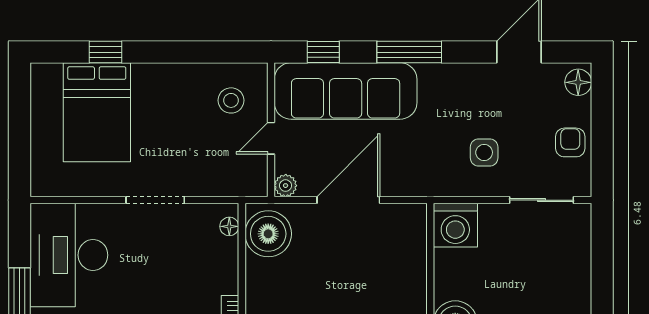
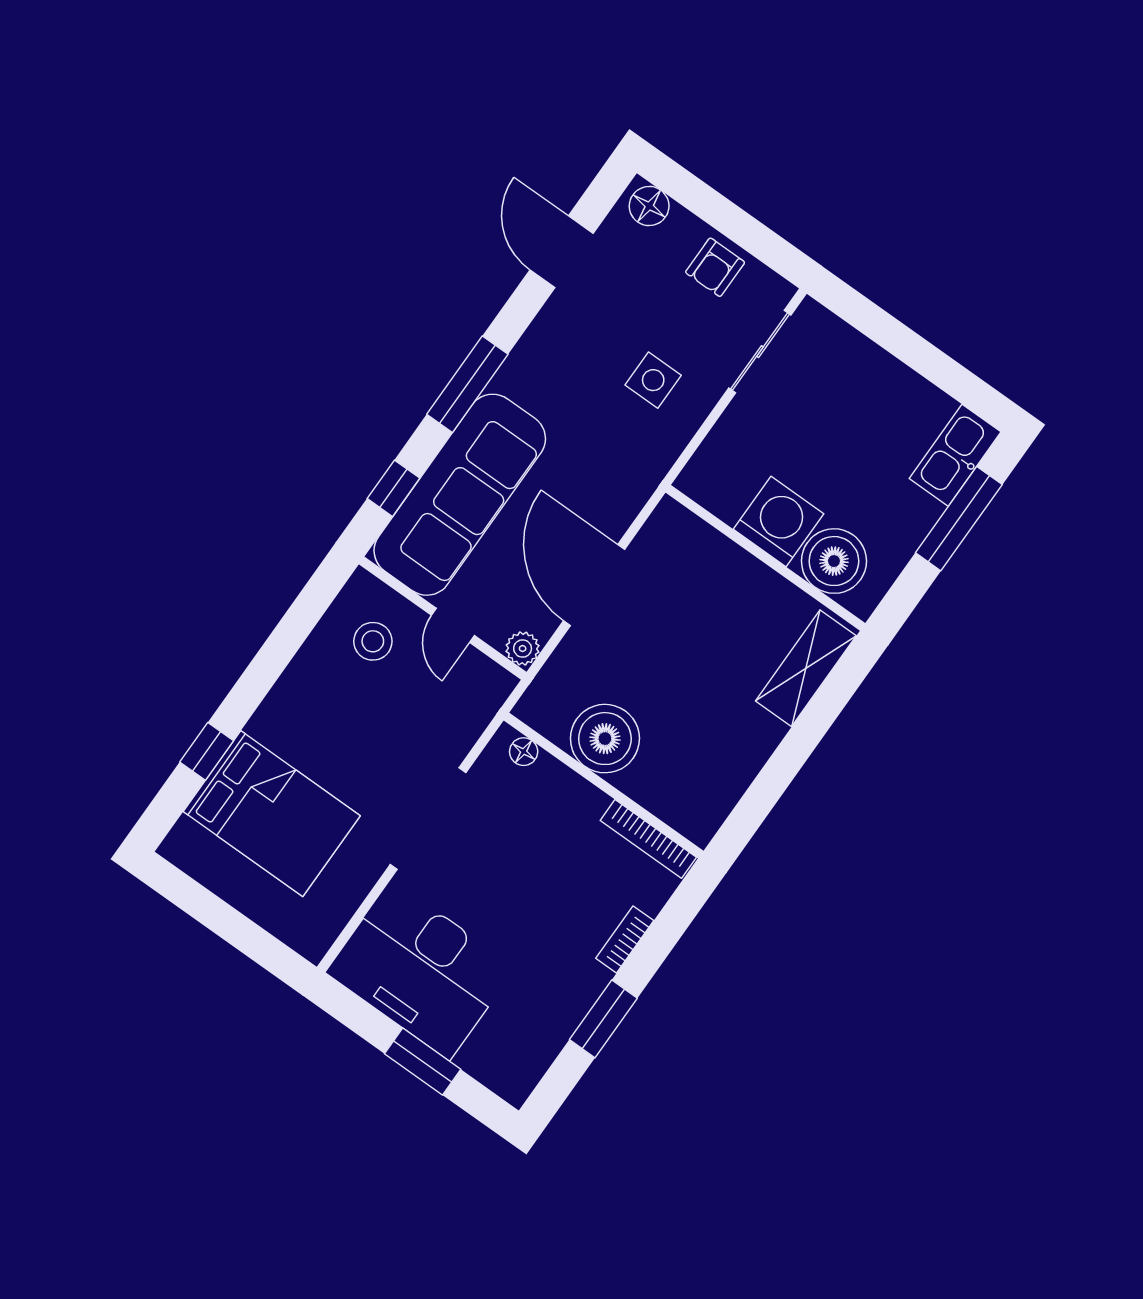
armchair: (570, 142) -> (715, 267), turned -90
doorway: (155, 200) -> (428, 819), width x1.36
washing machine: (455, 225) -> (779, 521), moved, turned -90
boiler: (268, 234) -> (605, 739), moved

